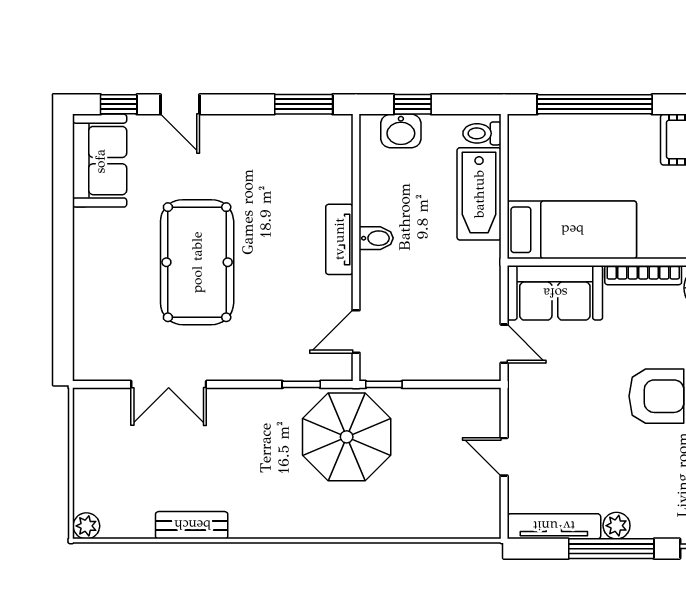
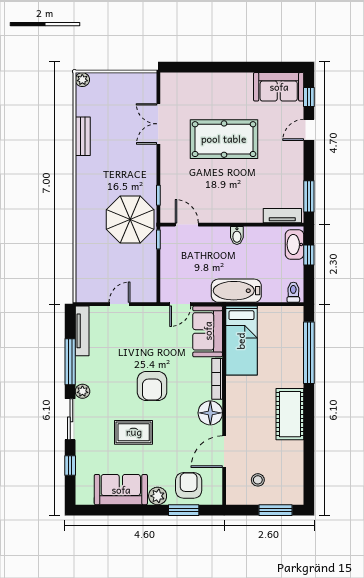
washbasin: (401, 131) -> (295, 245), width x1.38
bathtub: (479, 194) -> (236, 291), moved
tv unit: (339, 239) -> (282, 216), moved
plant: (617, 526) -> (82, 391), moved

